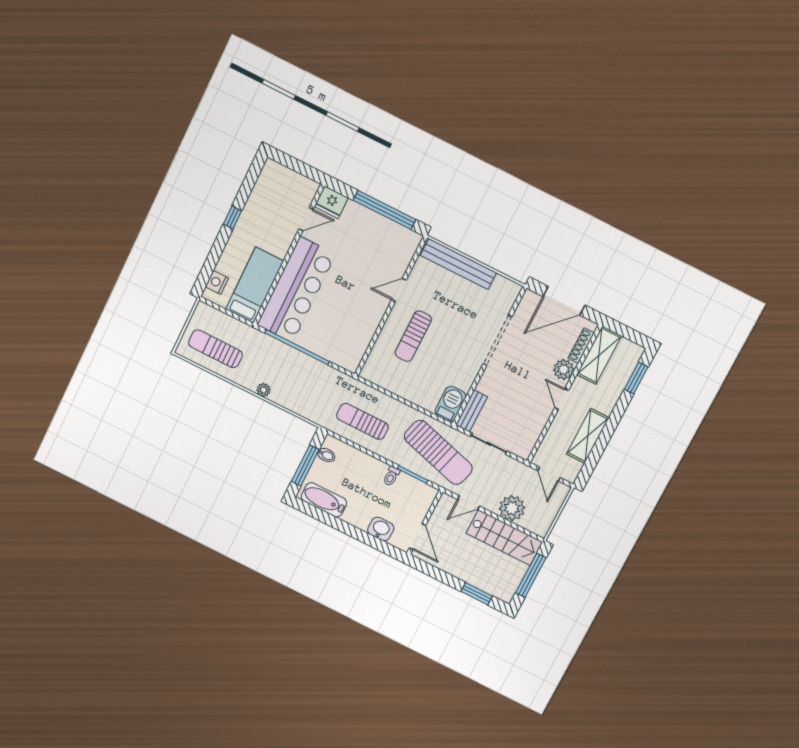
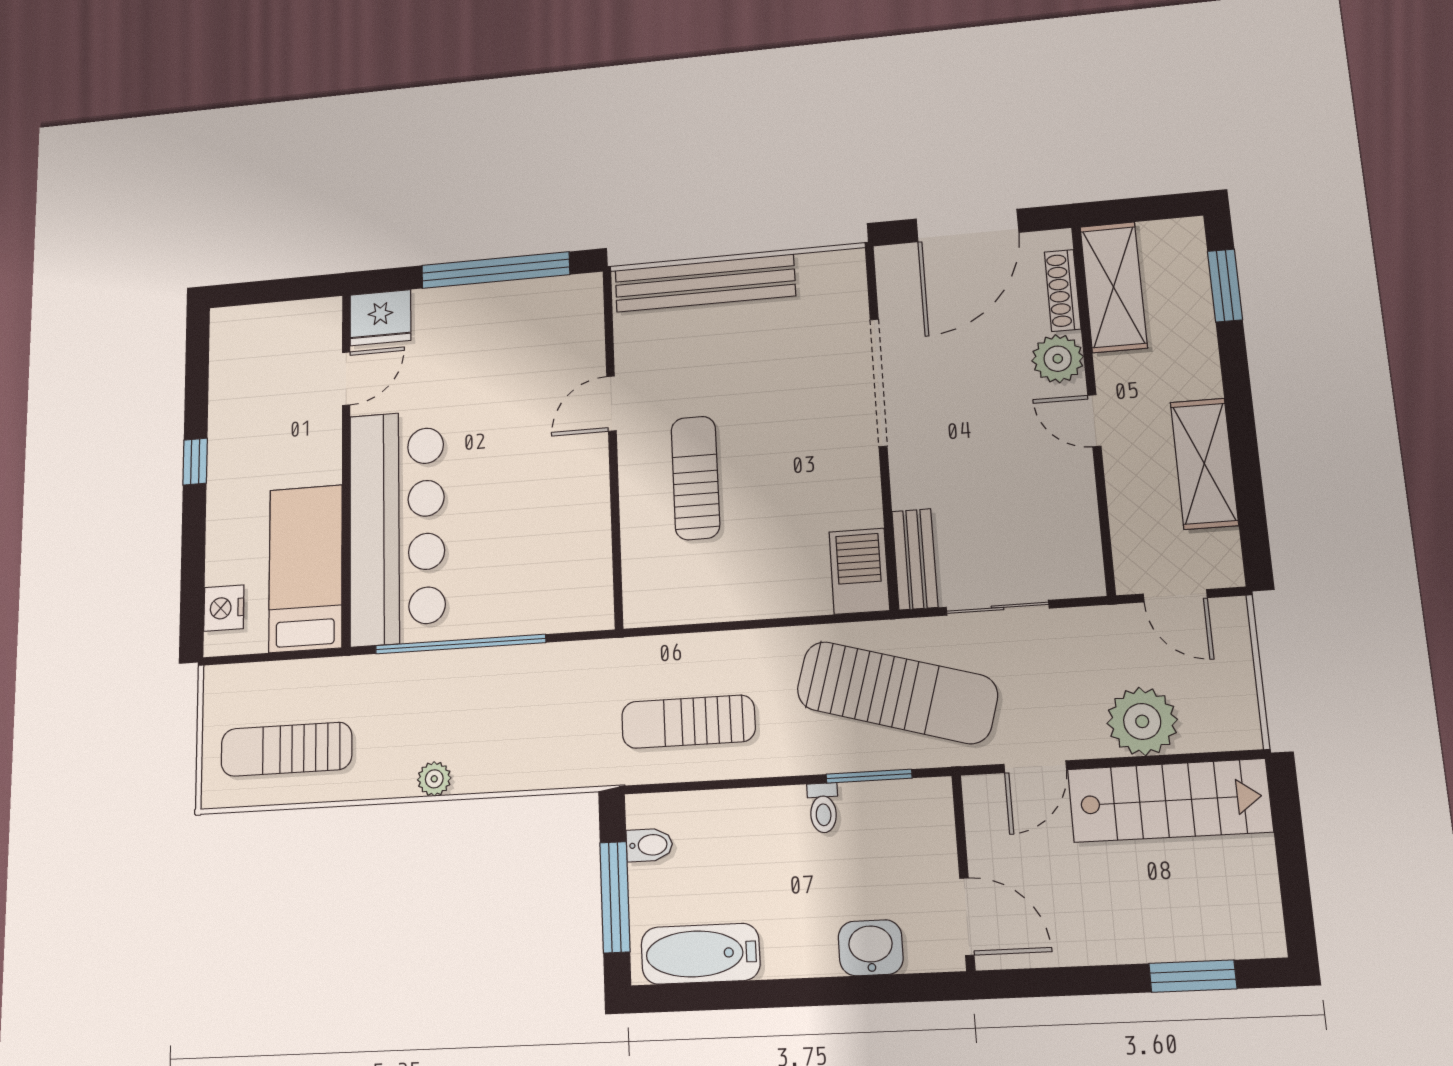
sun lounger: (413, 336) -> (695, 478), turned 180
window: (531, 575) -> (1291, 855), removed

